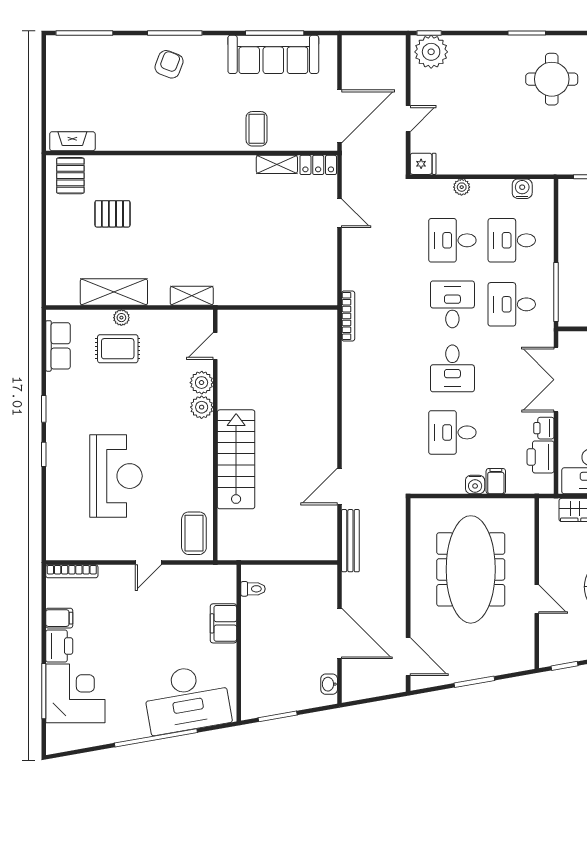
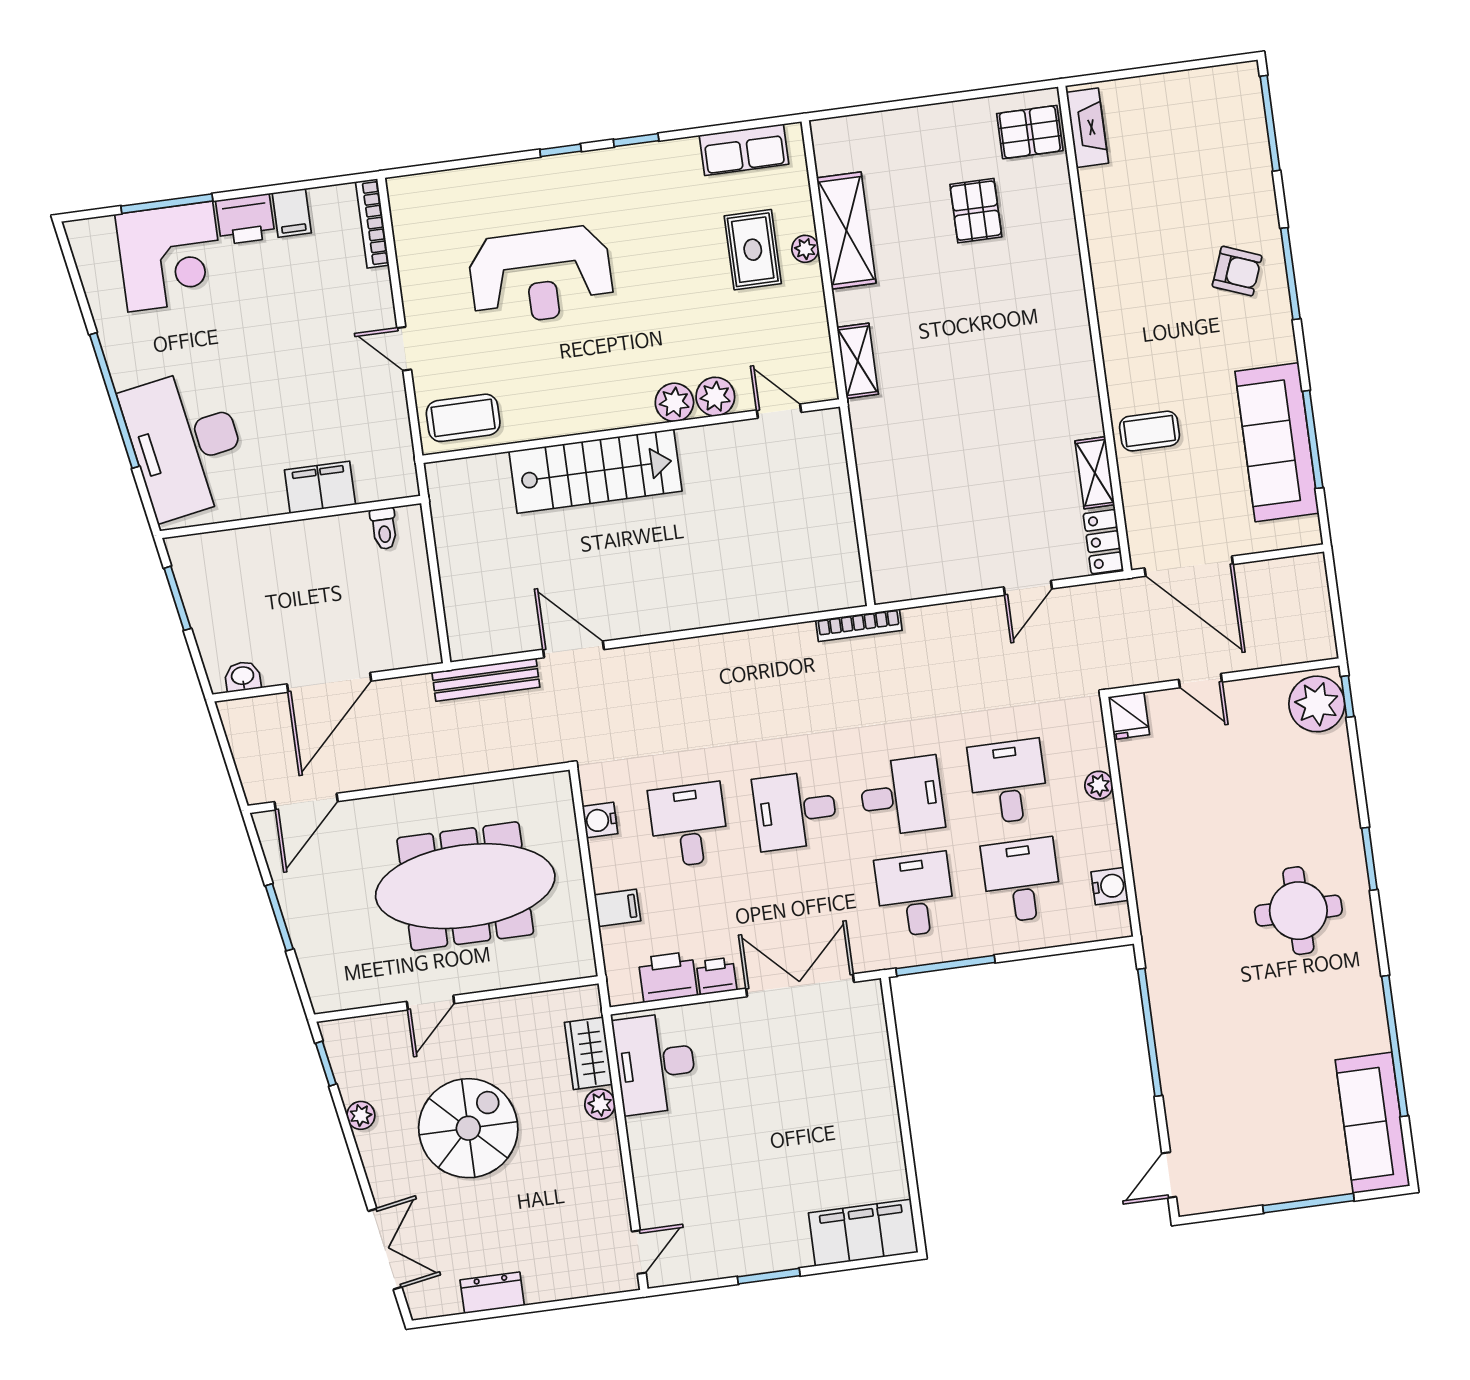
water cooler: (475, 484) -> (600, 820), moved

